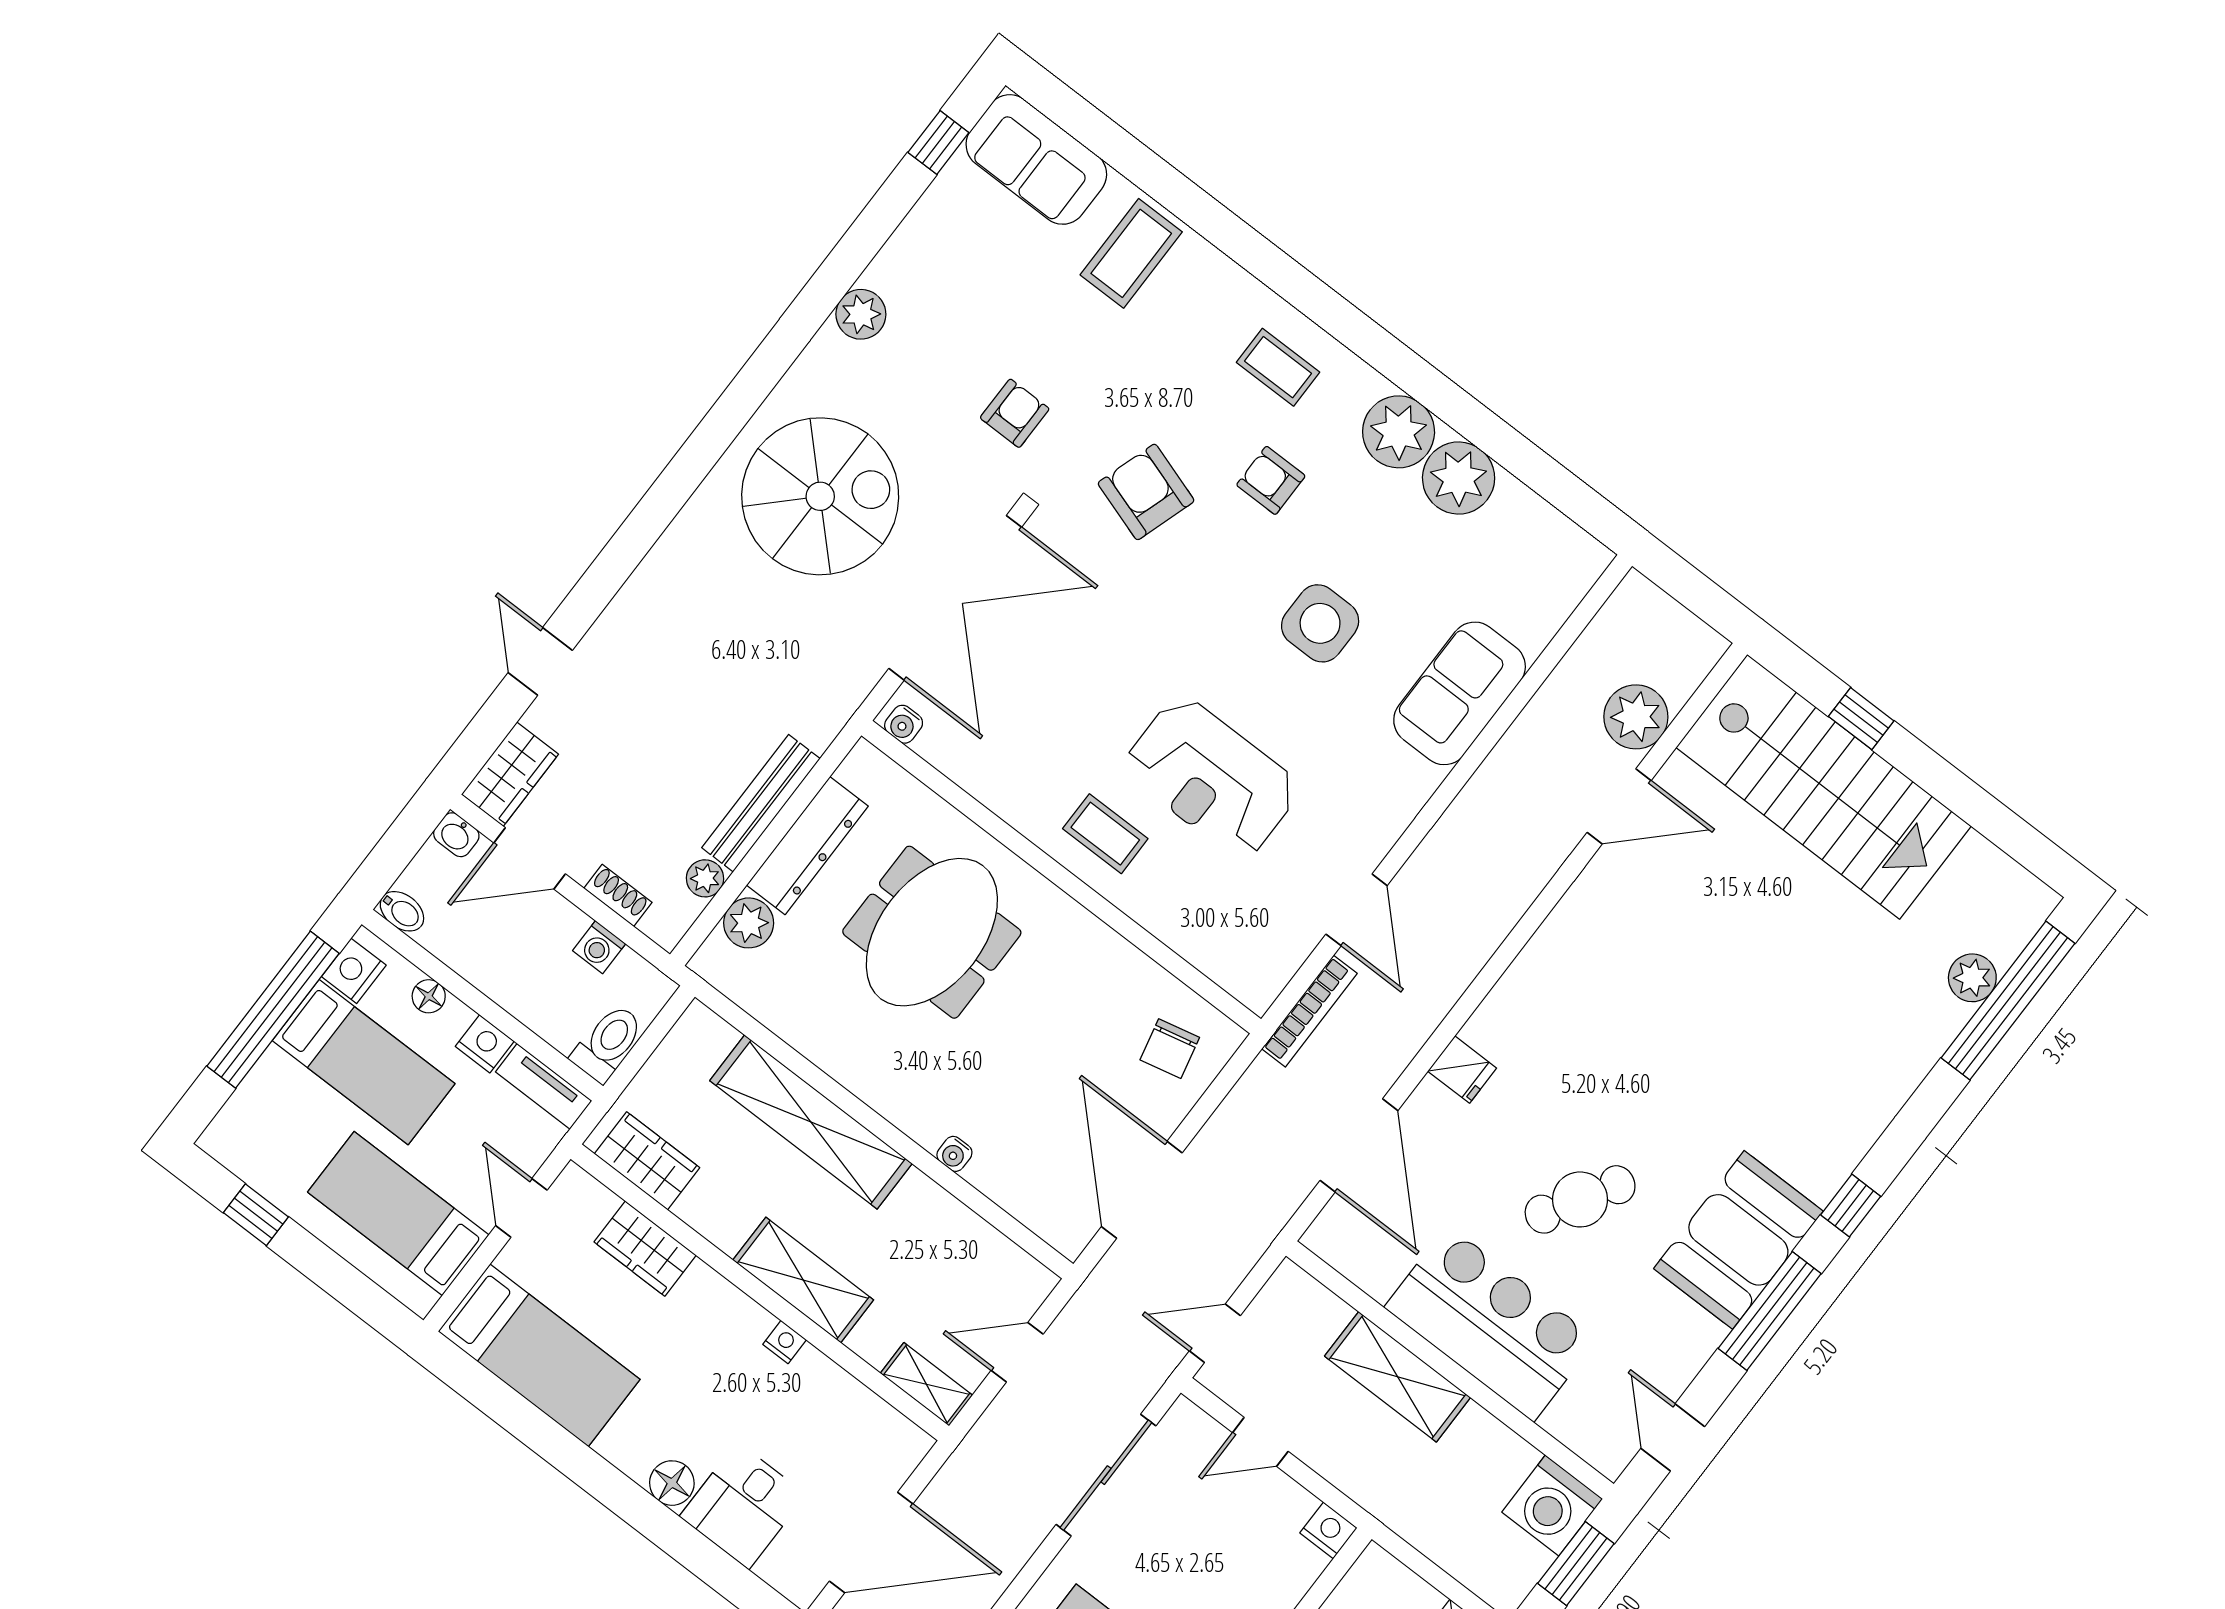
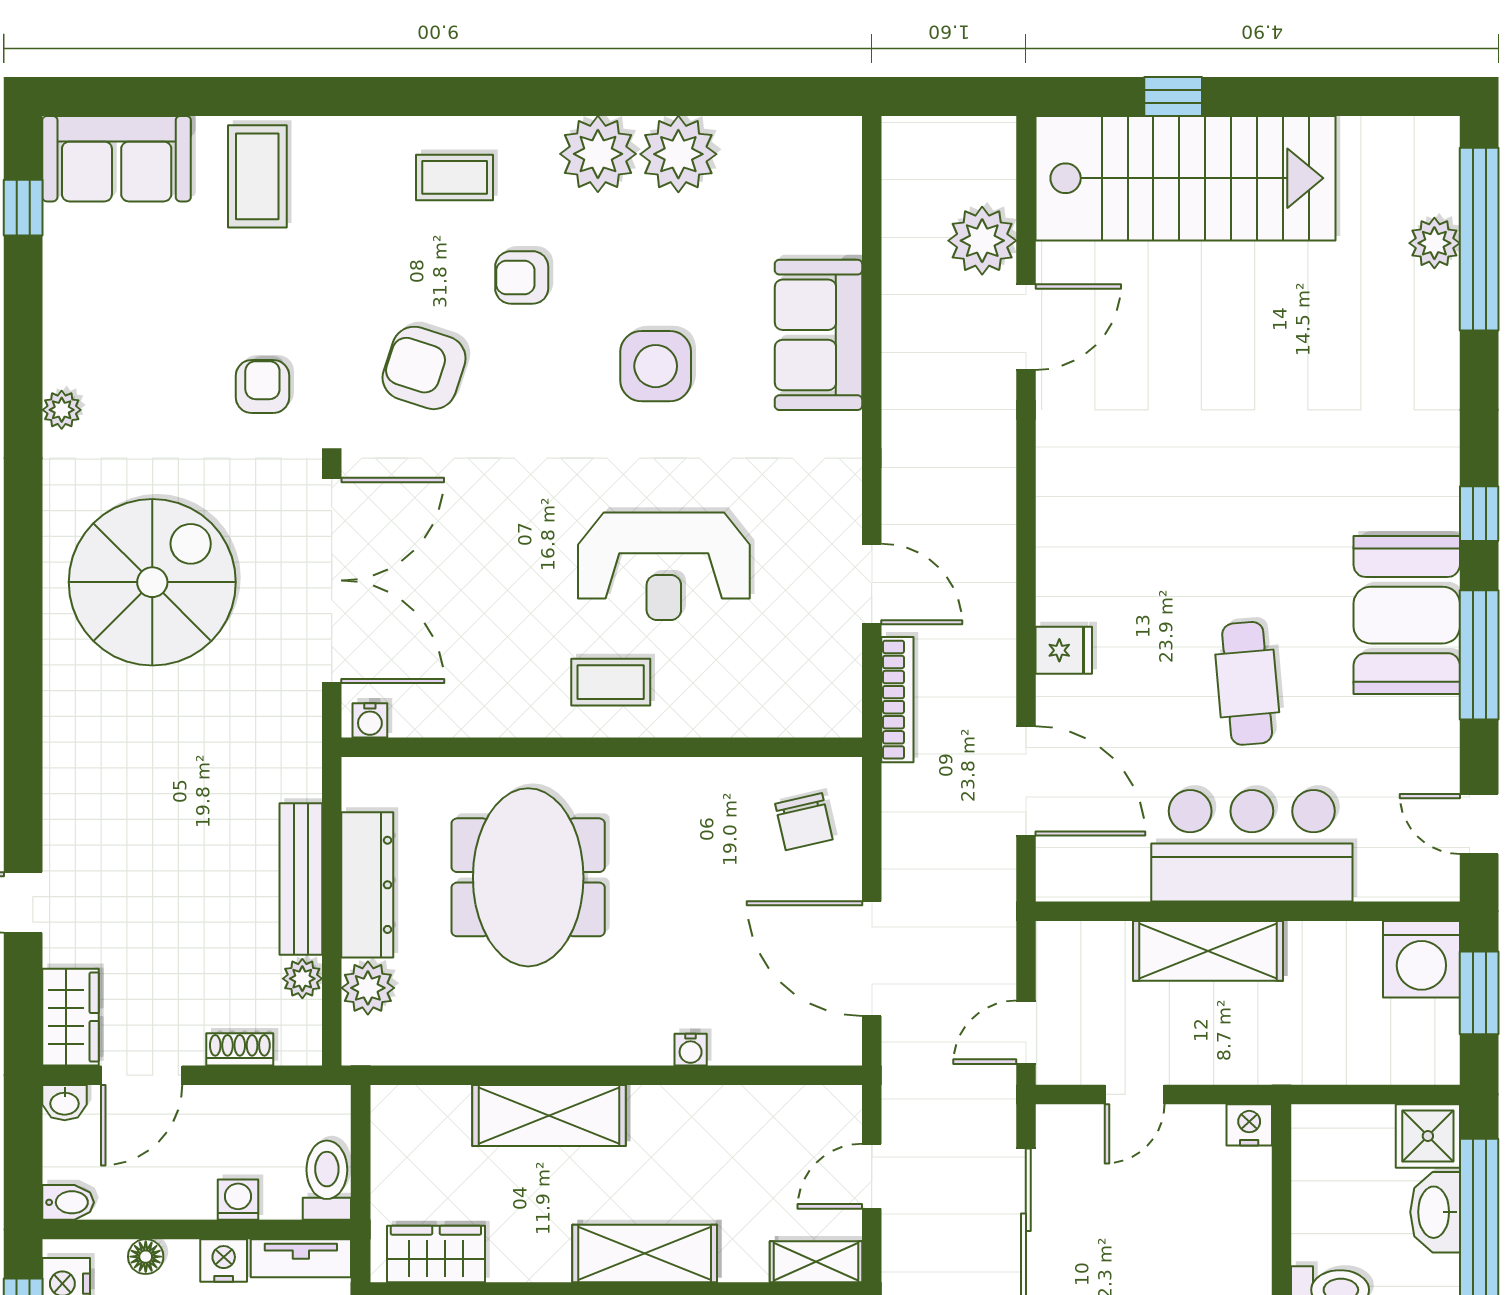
plant: (861, 314) -> (62, 410), width x0.73, depth x0.73
washing machine: (599, 947) -> (238, 1200), moved, turned 180
shelving: (811, 1122) -> (549, 1115), width x0.68
cafe table: (1580, 1199) -> (1247, 683), turned -36

